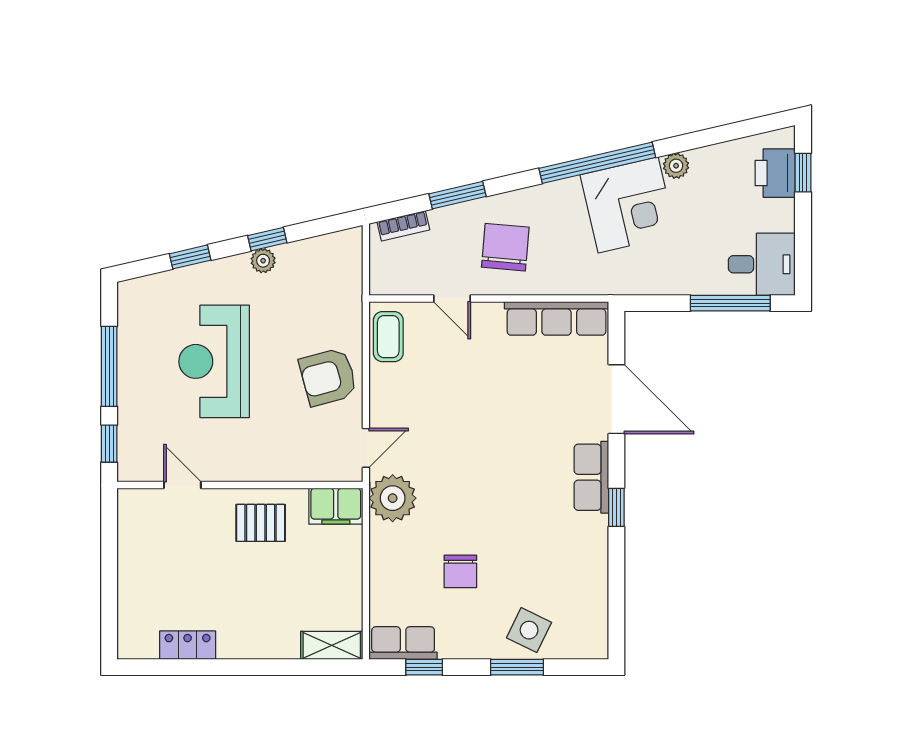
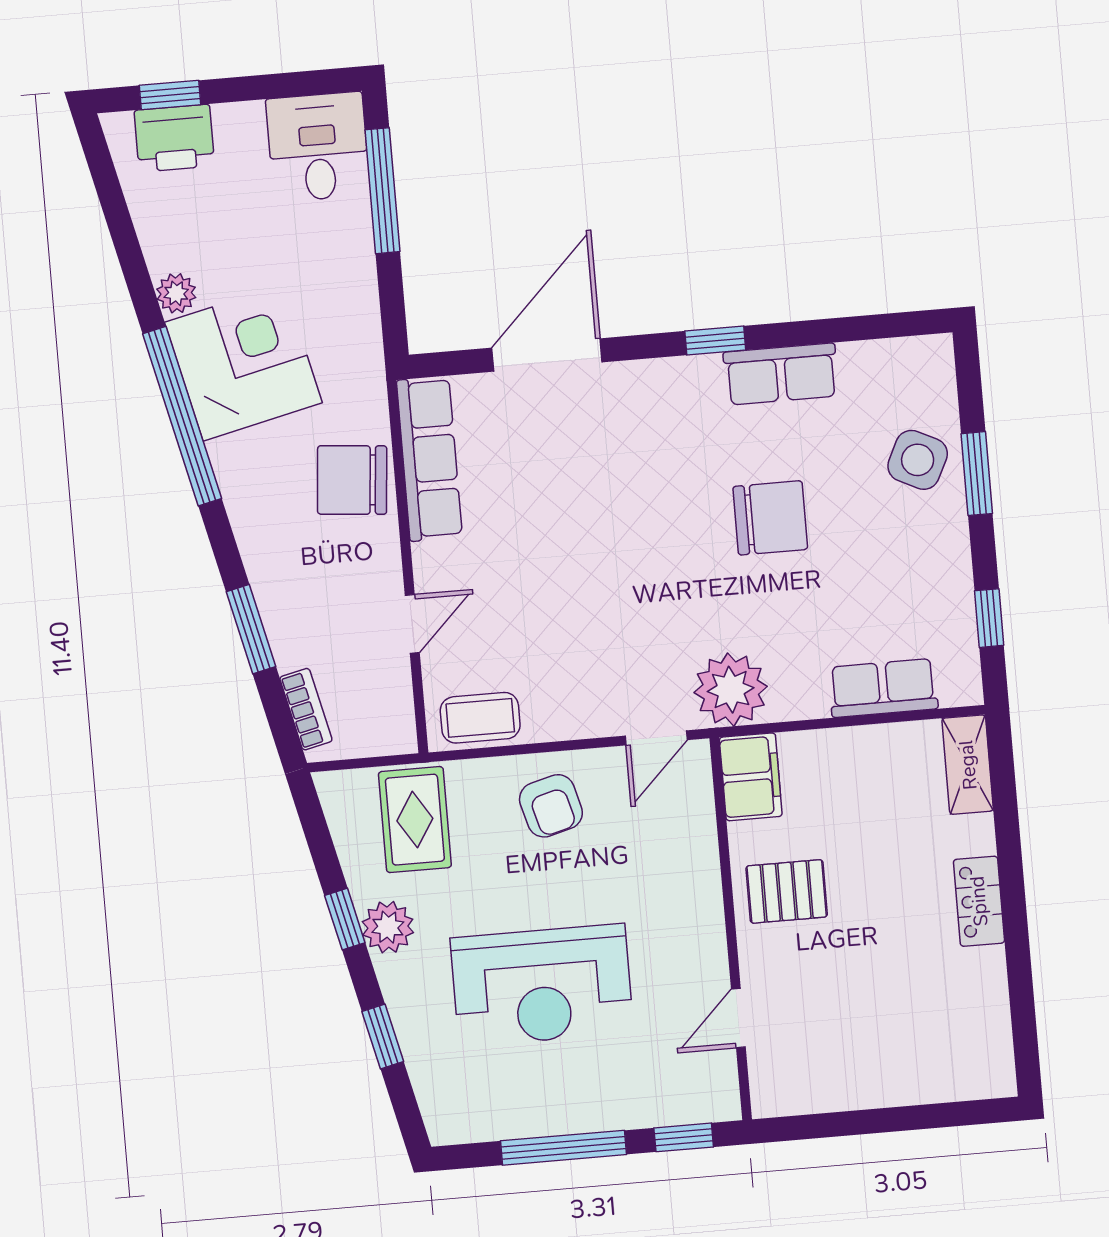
chair: (505, 247) -> (352, 480), moved
plant: (263, 261) -> (388, 927), width x1.38, depth x1.38
rug: (327, 289) -> (415, 820), added
armchair: (328, 377) -> (551, 806), width x0.72, depth x0.72
door: (366, 448) -> (656, 738), swing flipped
row of seats: (591, 477) -> (781, 374), moved
pallet: (261, 523) -> (787, 891), turned 90
chair: (460, 571) -> (770, 518), moved, width x1.37, depth x1.37
row of seats: (403, 643) -> (883, 688), moved, turned 90
locker: (188, 645) -> (979, 901), moved

